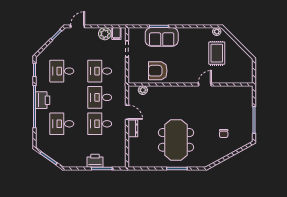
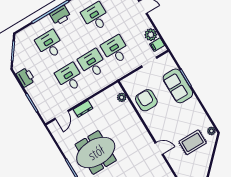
door: (127, 112) -> (62, 115), moved
printer: (95, 161) -> (26, 77), moved

